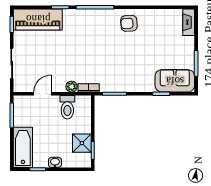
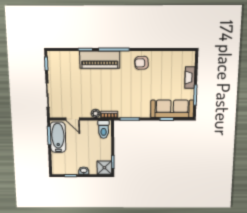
piano: (38, 19) -> (100, 60), moved
fireplace: (189, 22) -> (190, 78), moved
sofa: (175, 81) -> (172, 109), width x1.36
door: (42, 94) -> (73, 119), swing flipped
toilet: (67, 107) -> (104, 129), moved
shower: (82, 143) -> (104, 168), moved
bathtub: (23, 147) -> (58, 137), moved

